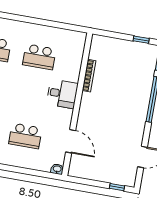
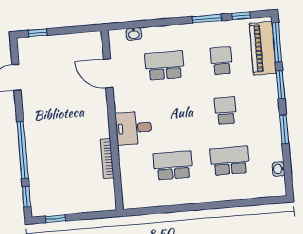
washbasin: (57, 169) -> (134, 34), moved

